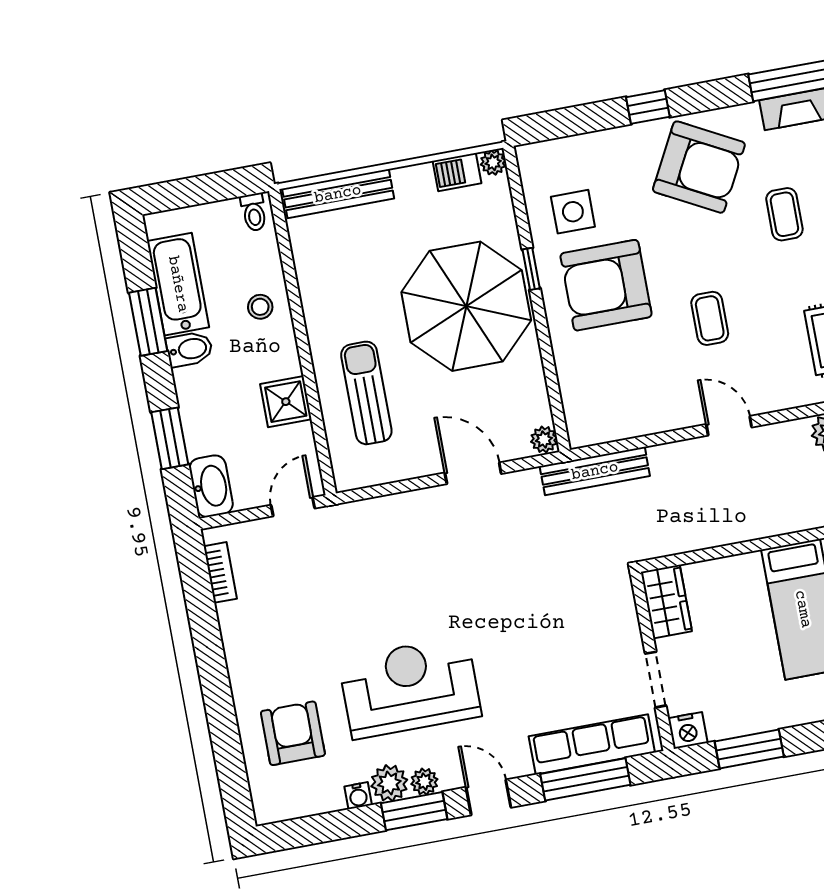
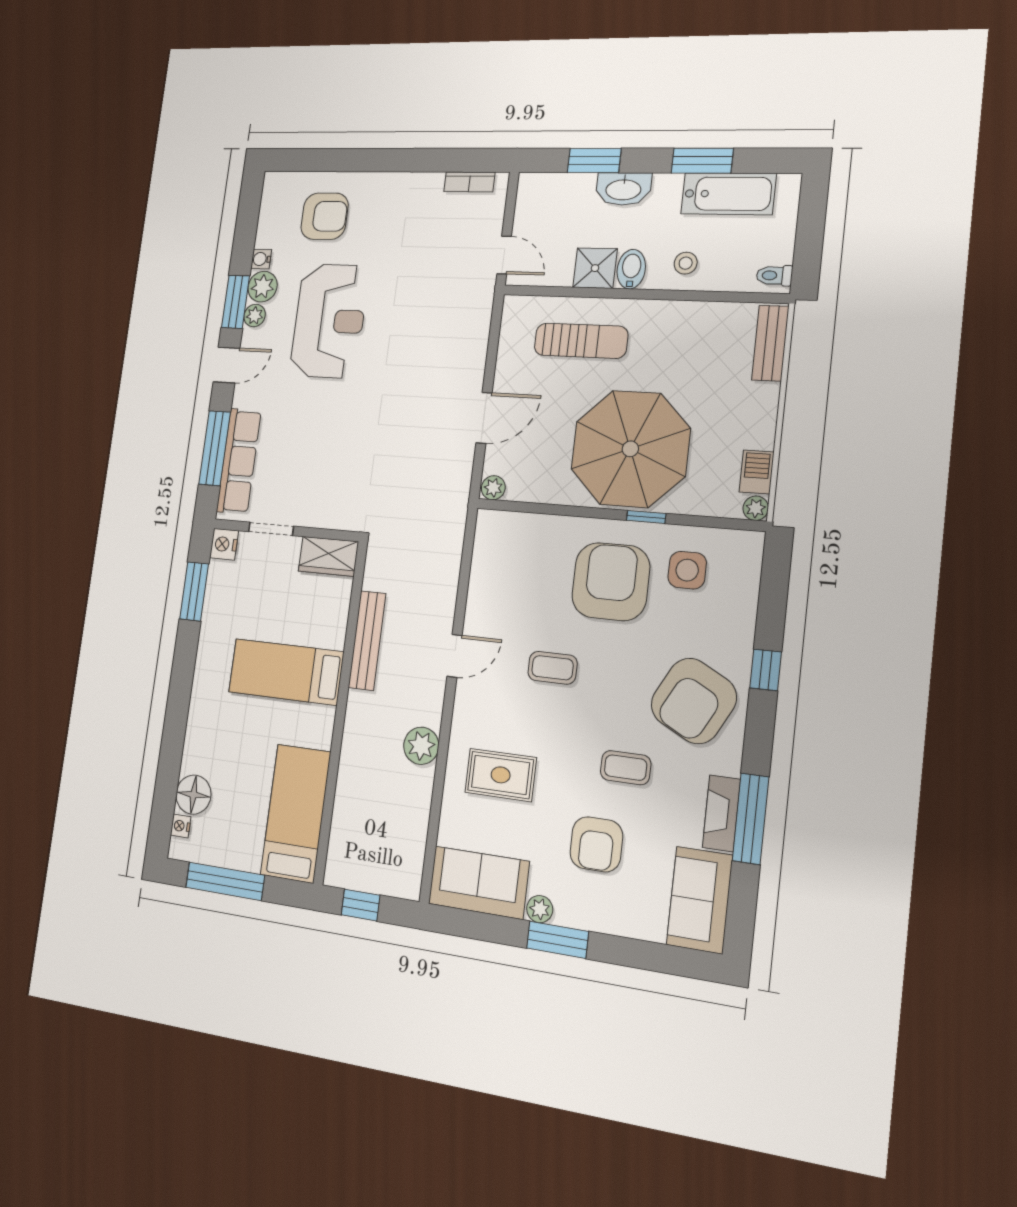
bench: (338, 194) -> (770, 343), width x0.73
bidet: (189, 349) -> (631, 269), moved, turned 180
bench: (595, 471) -> (367, 641), moved
washbasin: (211, 486) -> (623, 189), moved

